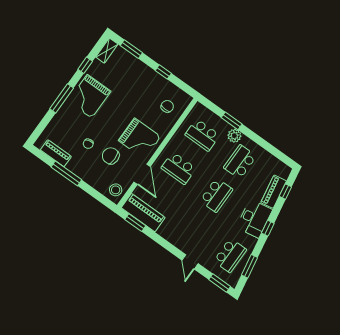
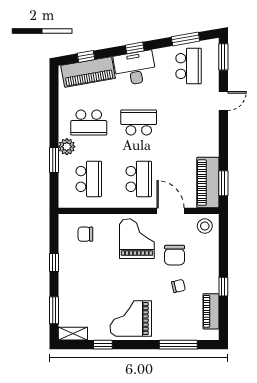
grand piano: (89, 96) -> (131, 318), turned 180
window: (62, 98) -> (178, 345), moved
window: (66, 173) -> (223, 287), width x0.46
door: (142, 174) -> (171, 211), hinge flipped
piano: (274, 192) -> (88, 72), width x1.37, depth x1.33
school desk: (230, 255) -> (189, 66), turned 90

